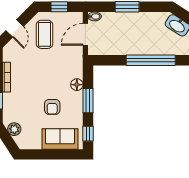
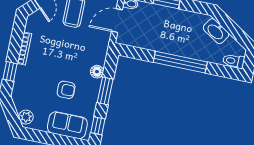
armchair: (52, 107) -> (66, 90), turned -90
plant: (14, 129) -> (26, 117), moved

